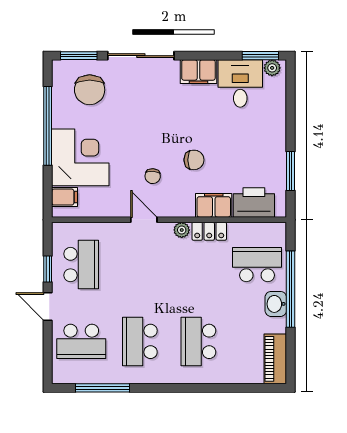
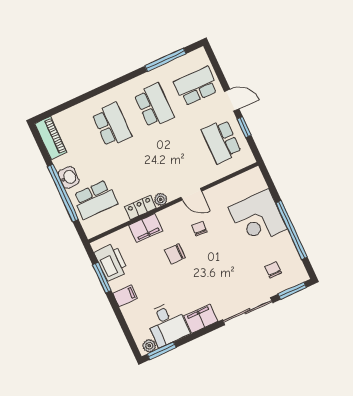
chair: (90, 90) -> (273, 270), width x0.54, depth x0.54
filing cabinet: (65, 197) -> (125, 296), moved, turned 180
printer: (254, 202) -> (111, 262), moved, turned -90

